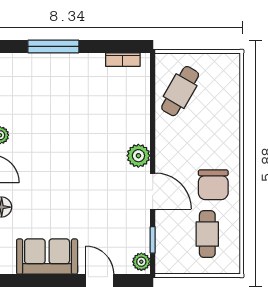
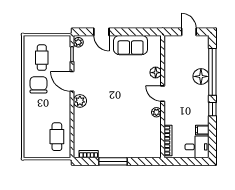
window: (53, 46) -> (113, 161), moved
cafe table: (180, 91) -> (57, 137), turned -30

